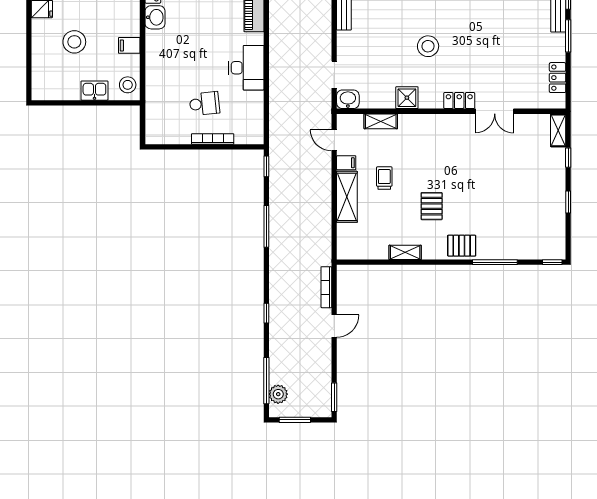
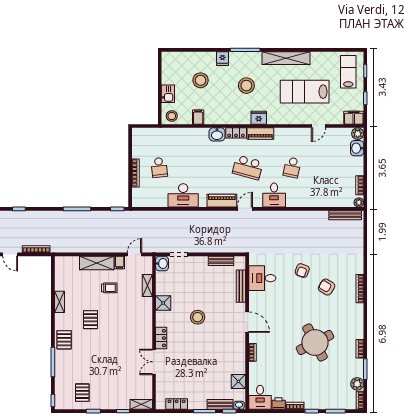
pallet: (432, 206) -> (91, 320), turned 90
pallet: (541, 219) -> (82, 393), added

